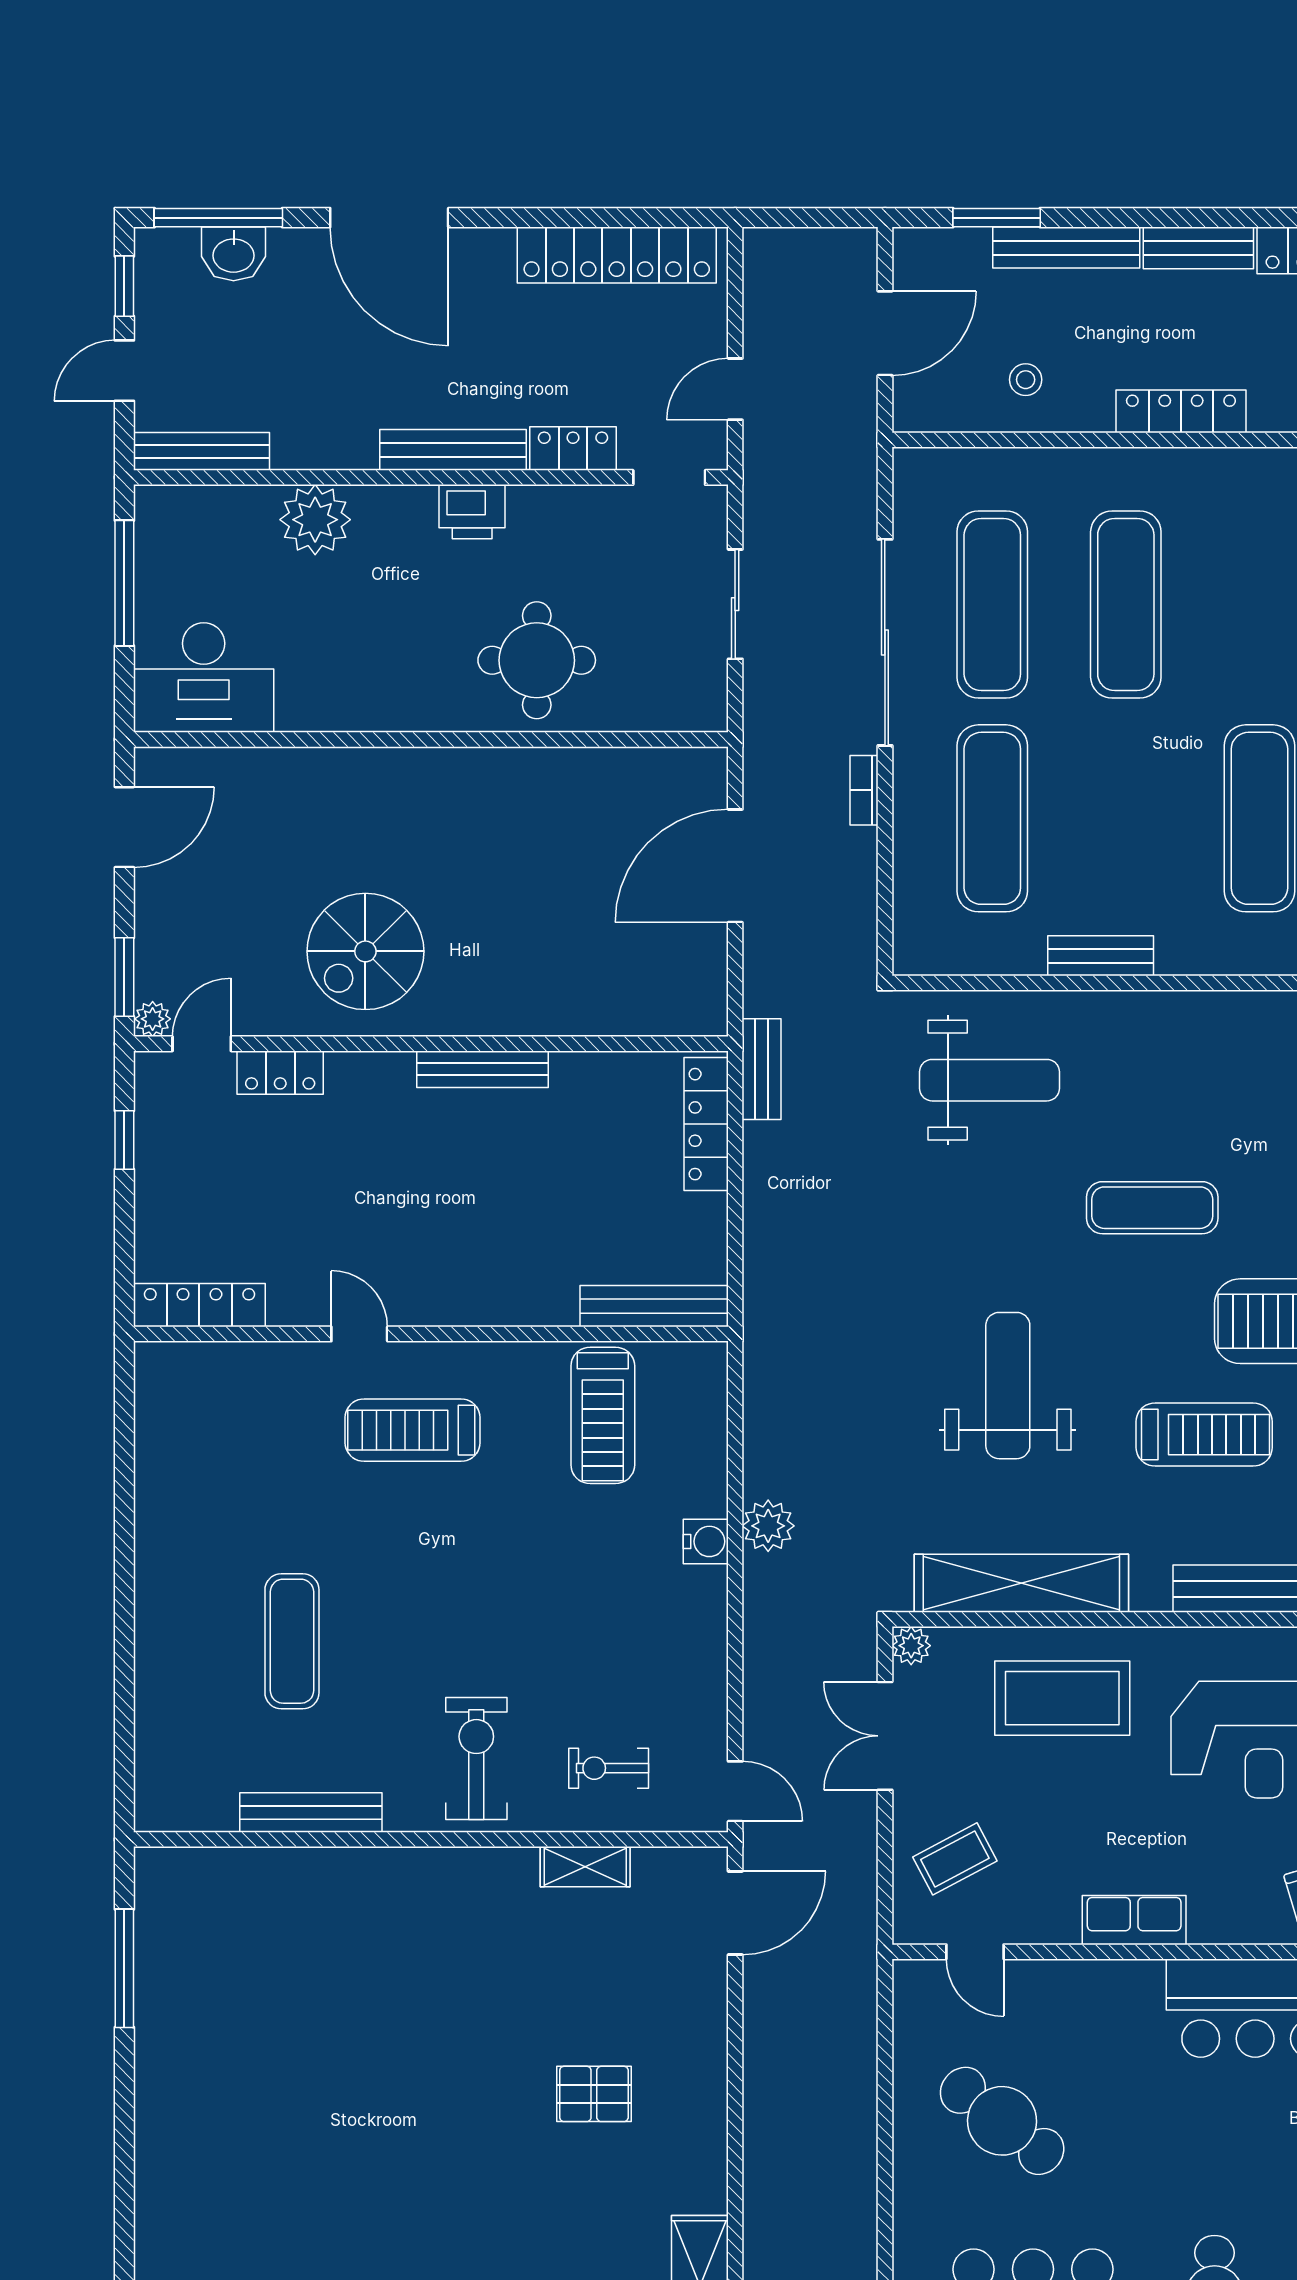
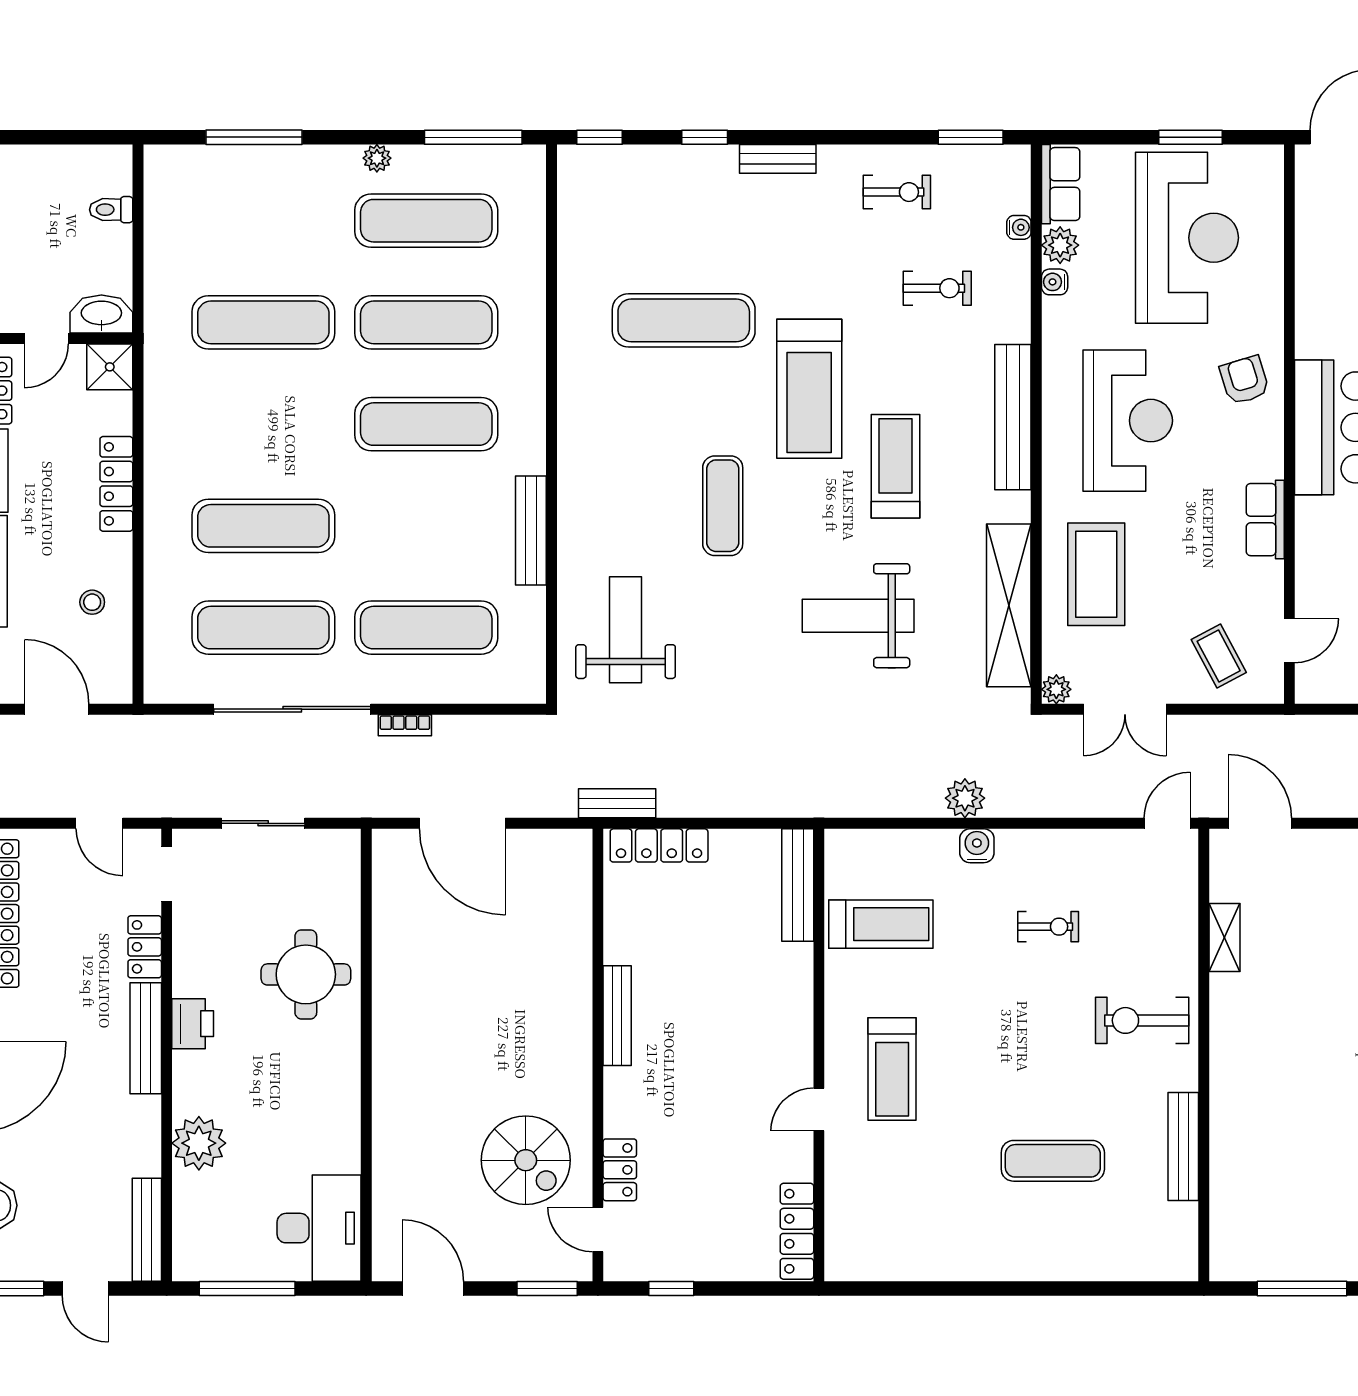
spiral stairs: (365, 951) -> (526, 1160), moved
bench: (1101, 956) -> (531, 530), width x1.36
plant: (153, 1019) -> (579, 1267), removed
exercise bike: (609, 1768) -> (1048, 927), moved, turned -90

